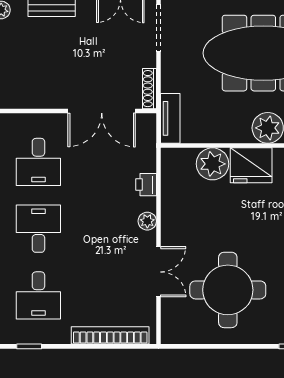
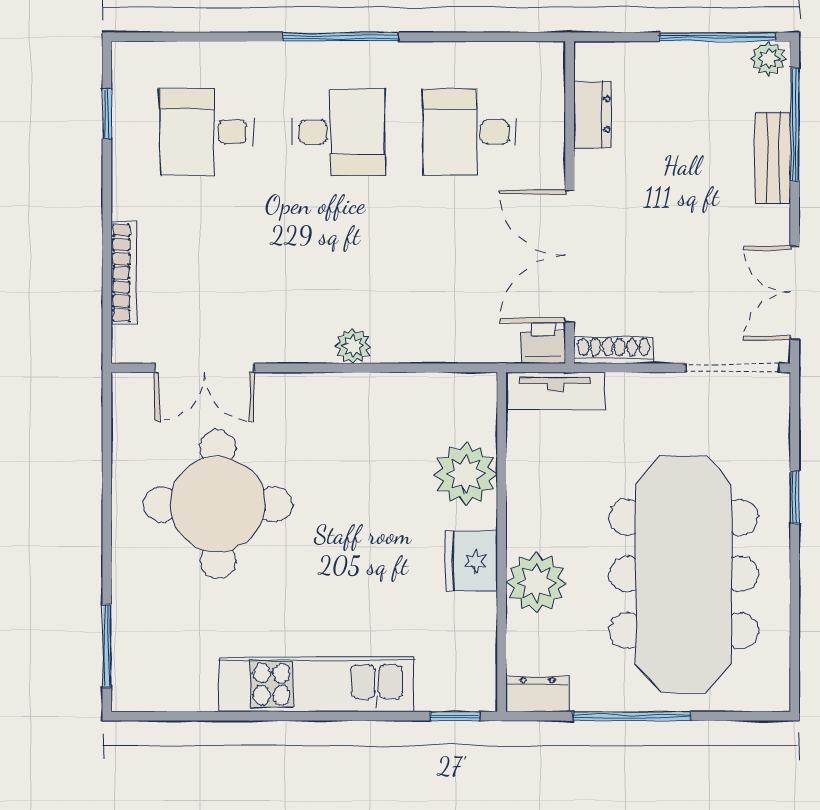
dresser: (29, 99) -> (593, 114), added
fridge: (251, 165) -> (472, 561), width x0.73, depth x0.75
printer: (146, 185) -> (543, 344), moved
double door: (159, 272) -> (205, 368), moved
bookcase: (110, 335) -> (124, 273), width x0.68, depth x0.76

